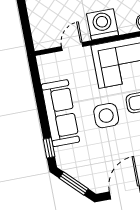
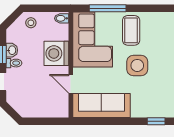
sofa: (60, 113) -> (101, 105), moved

